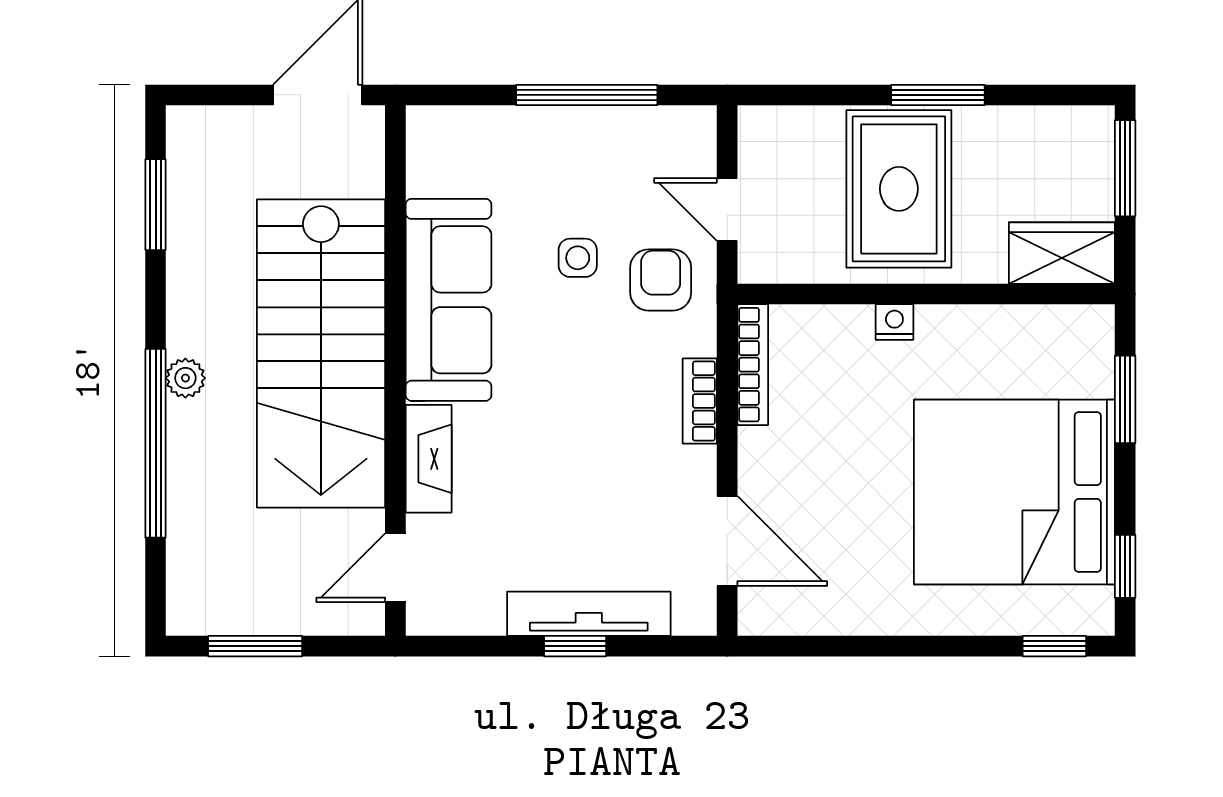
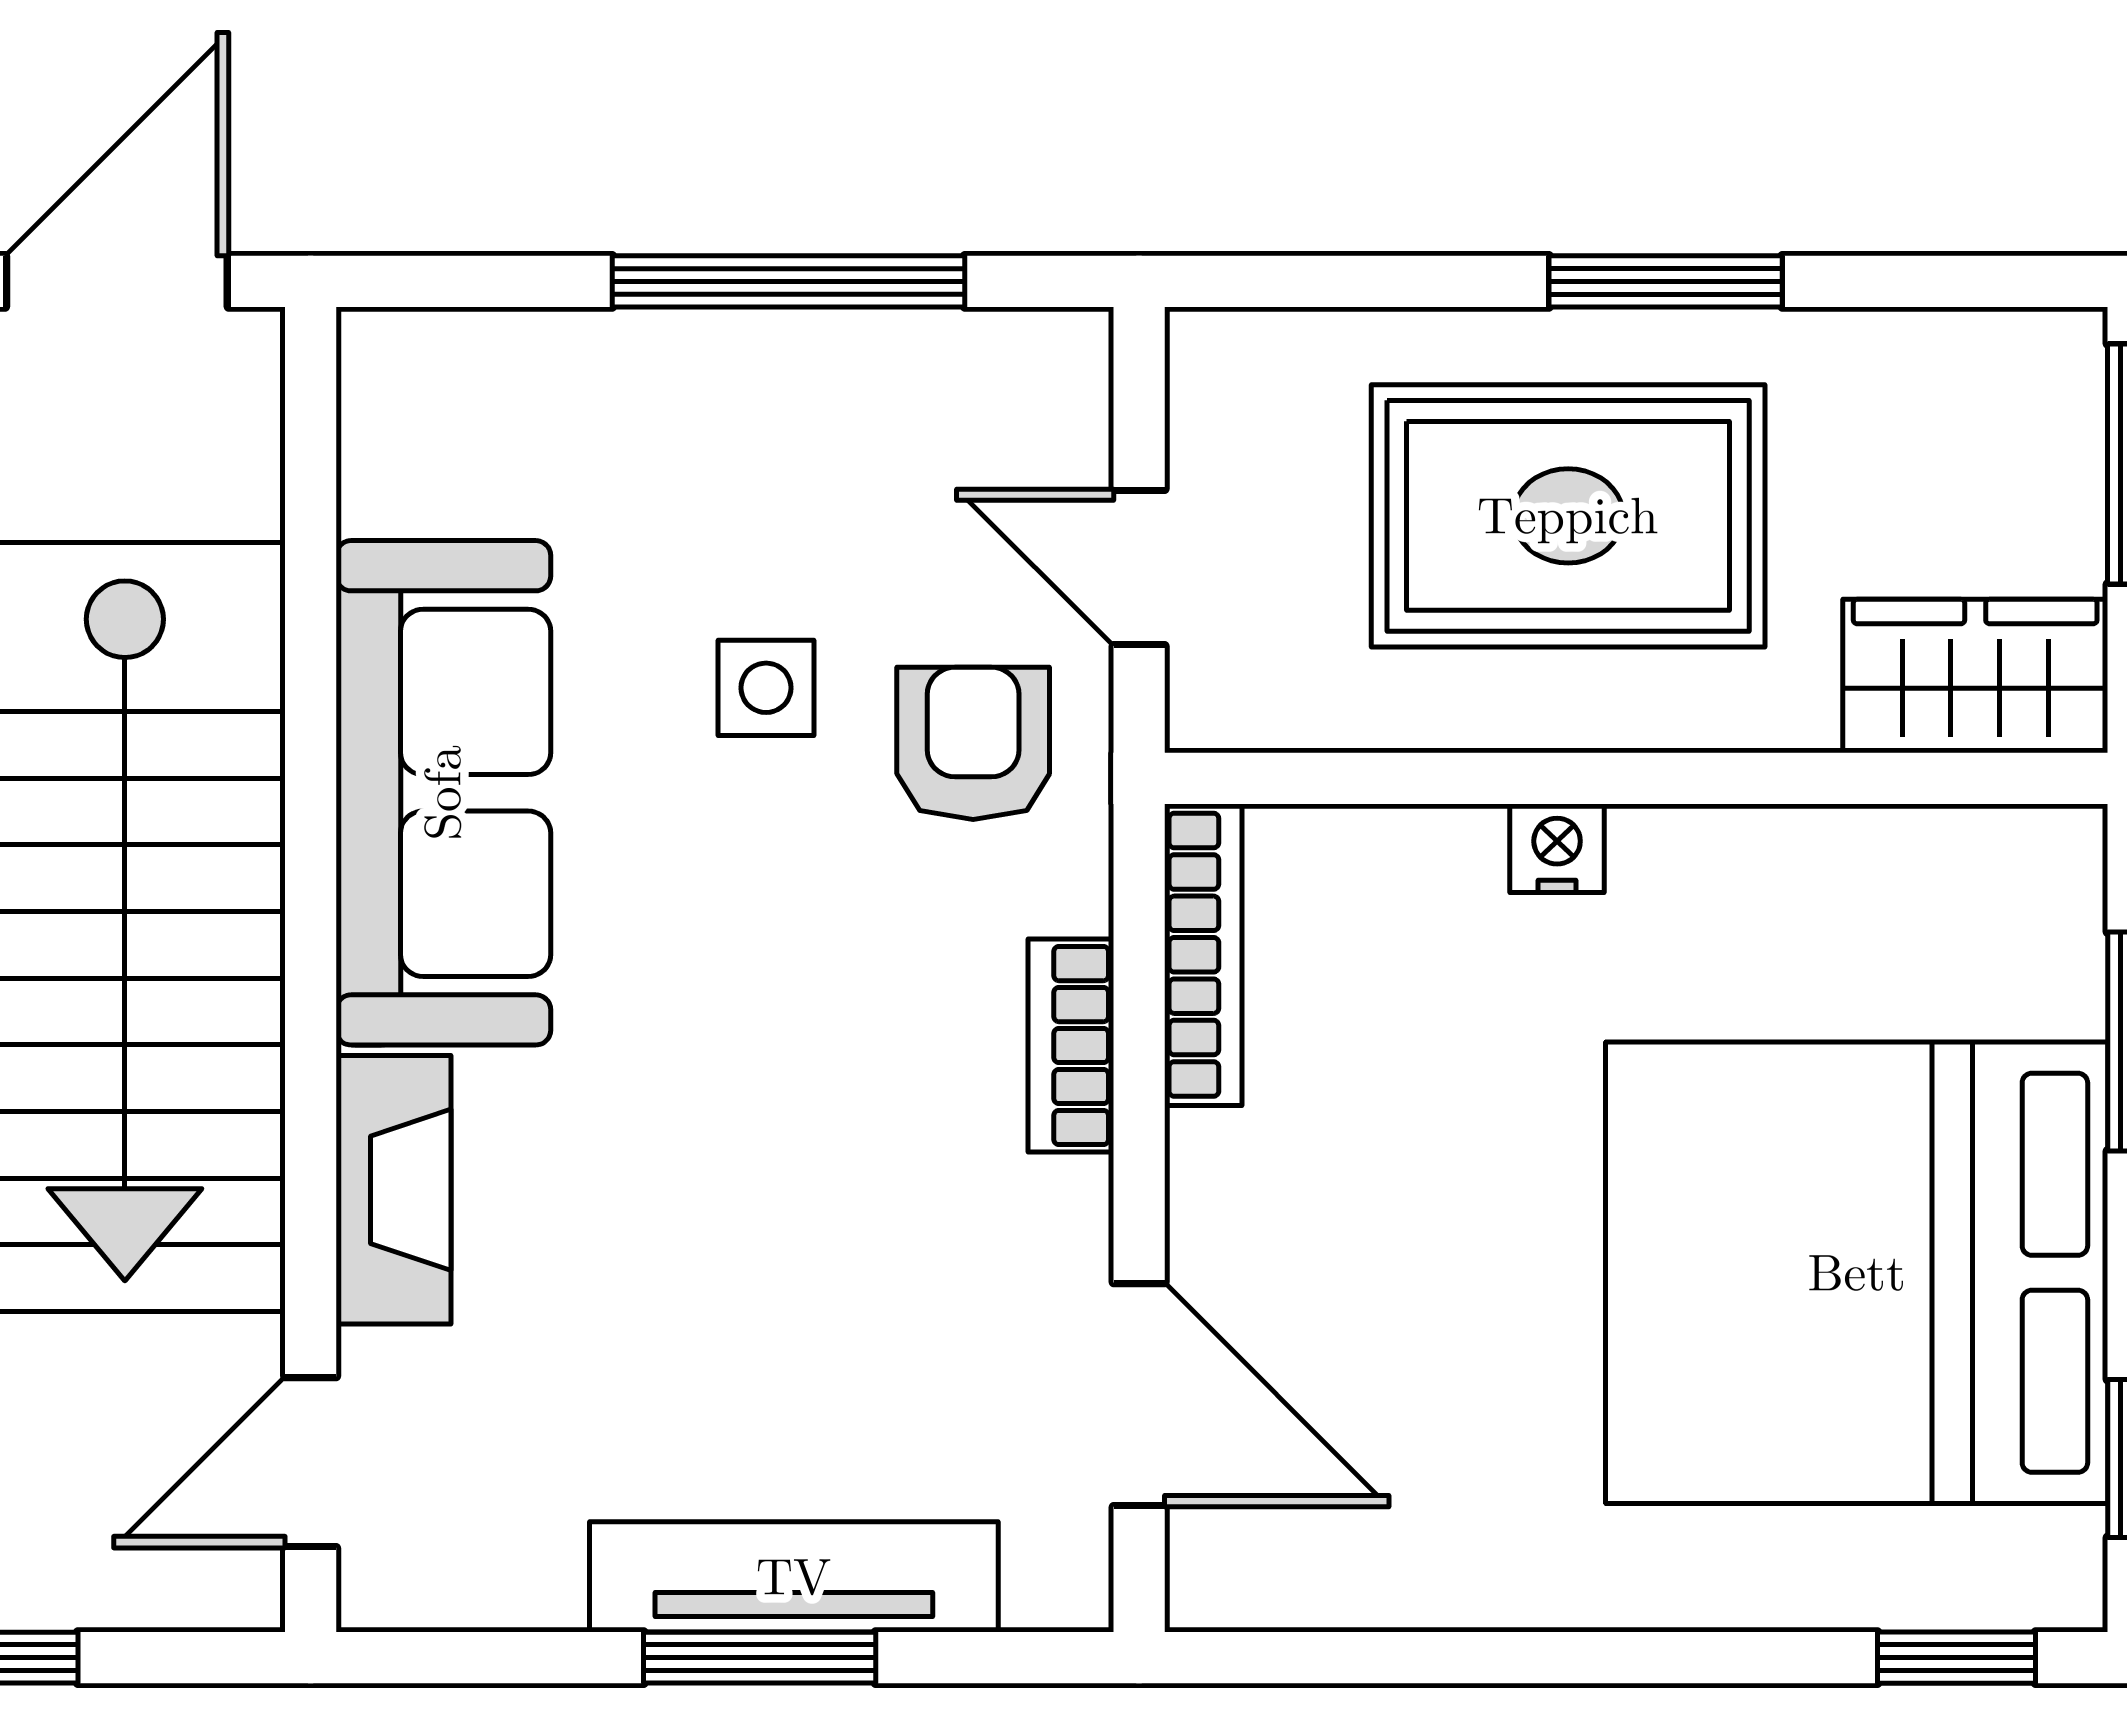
rug: (899, 189) -> (1568, 516), turned 90
window: (575, 646) -> (760, 1658), width x1.50

